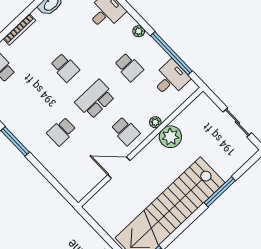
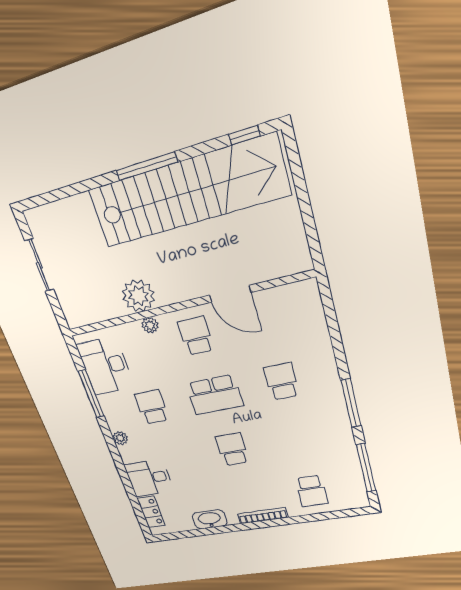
window: (171, 53) -> (91, 394), width x0.68
desk: (171, 79) -> (105, 366), width x1.37
school desk: (61, 131) -> (282, 382), turned -90
window: (220, 192) -> (147, 166), moved

